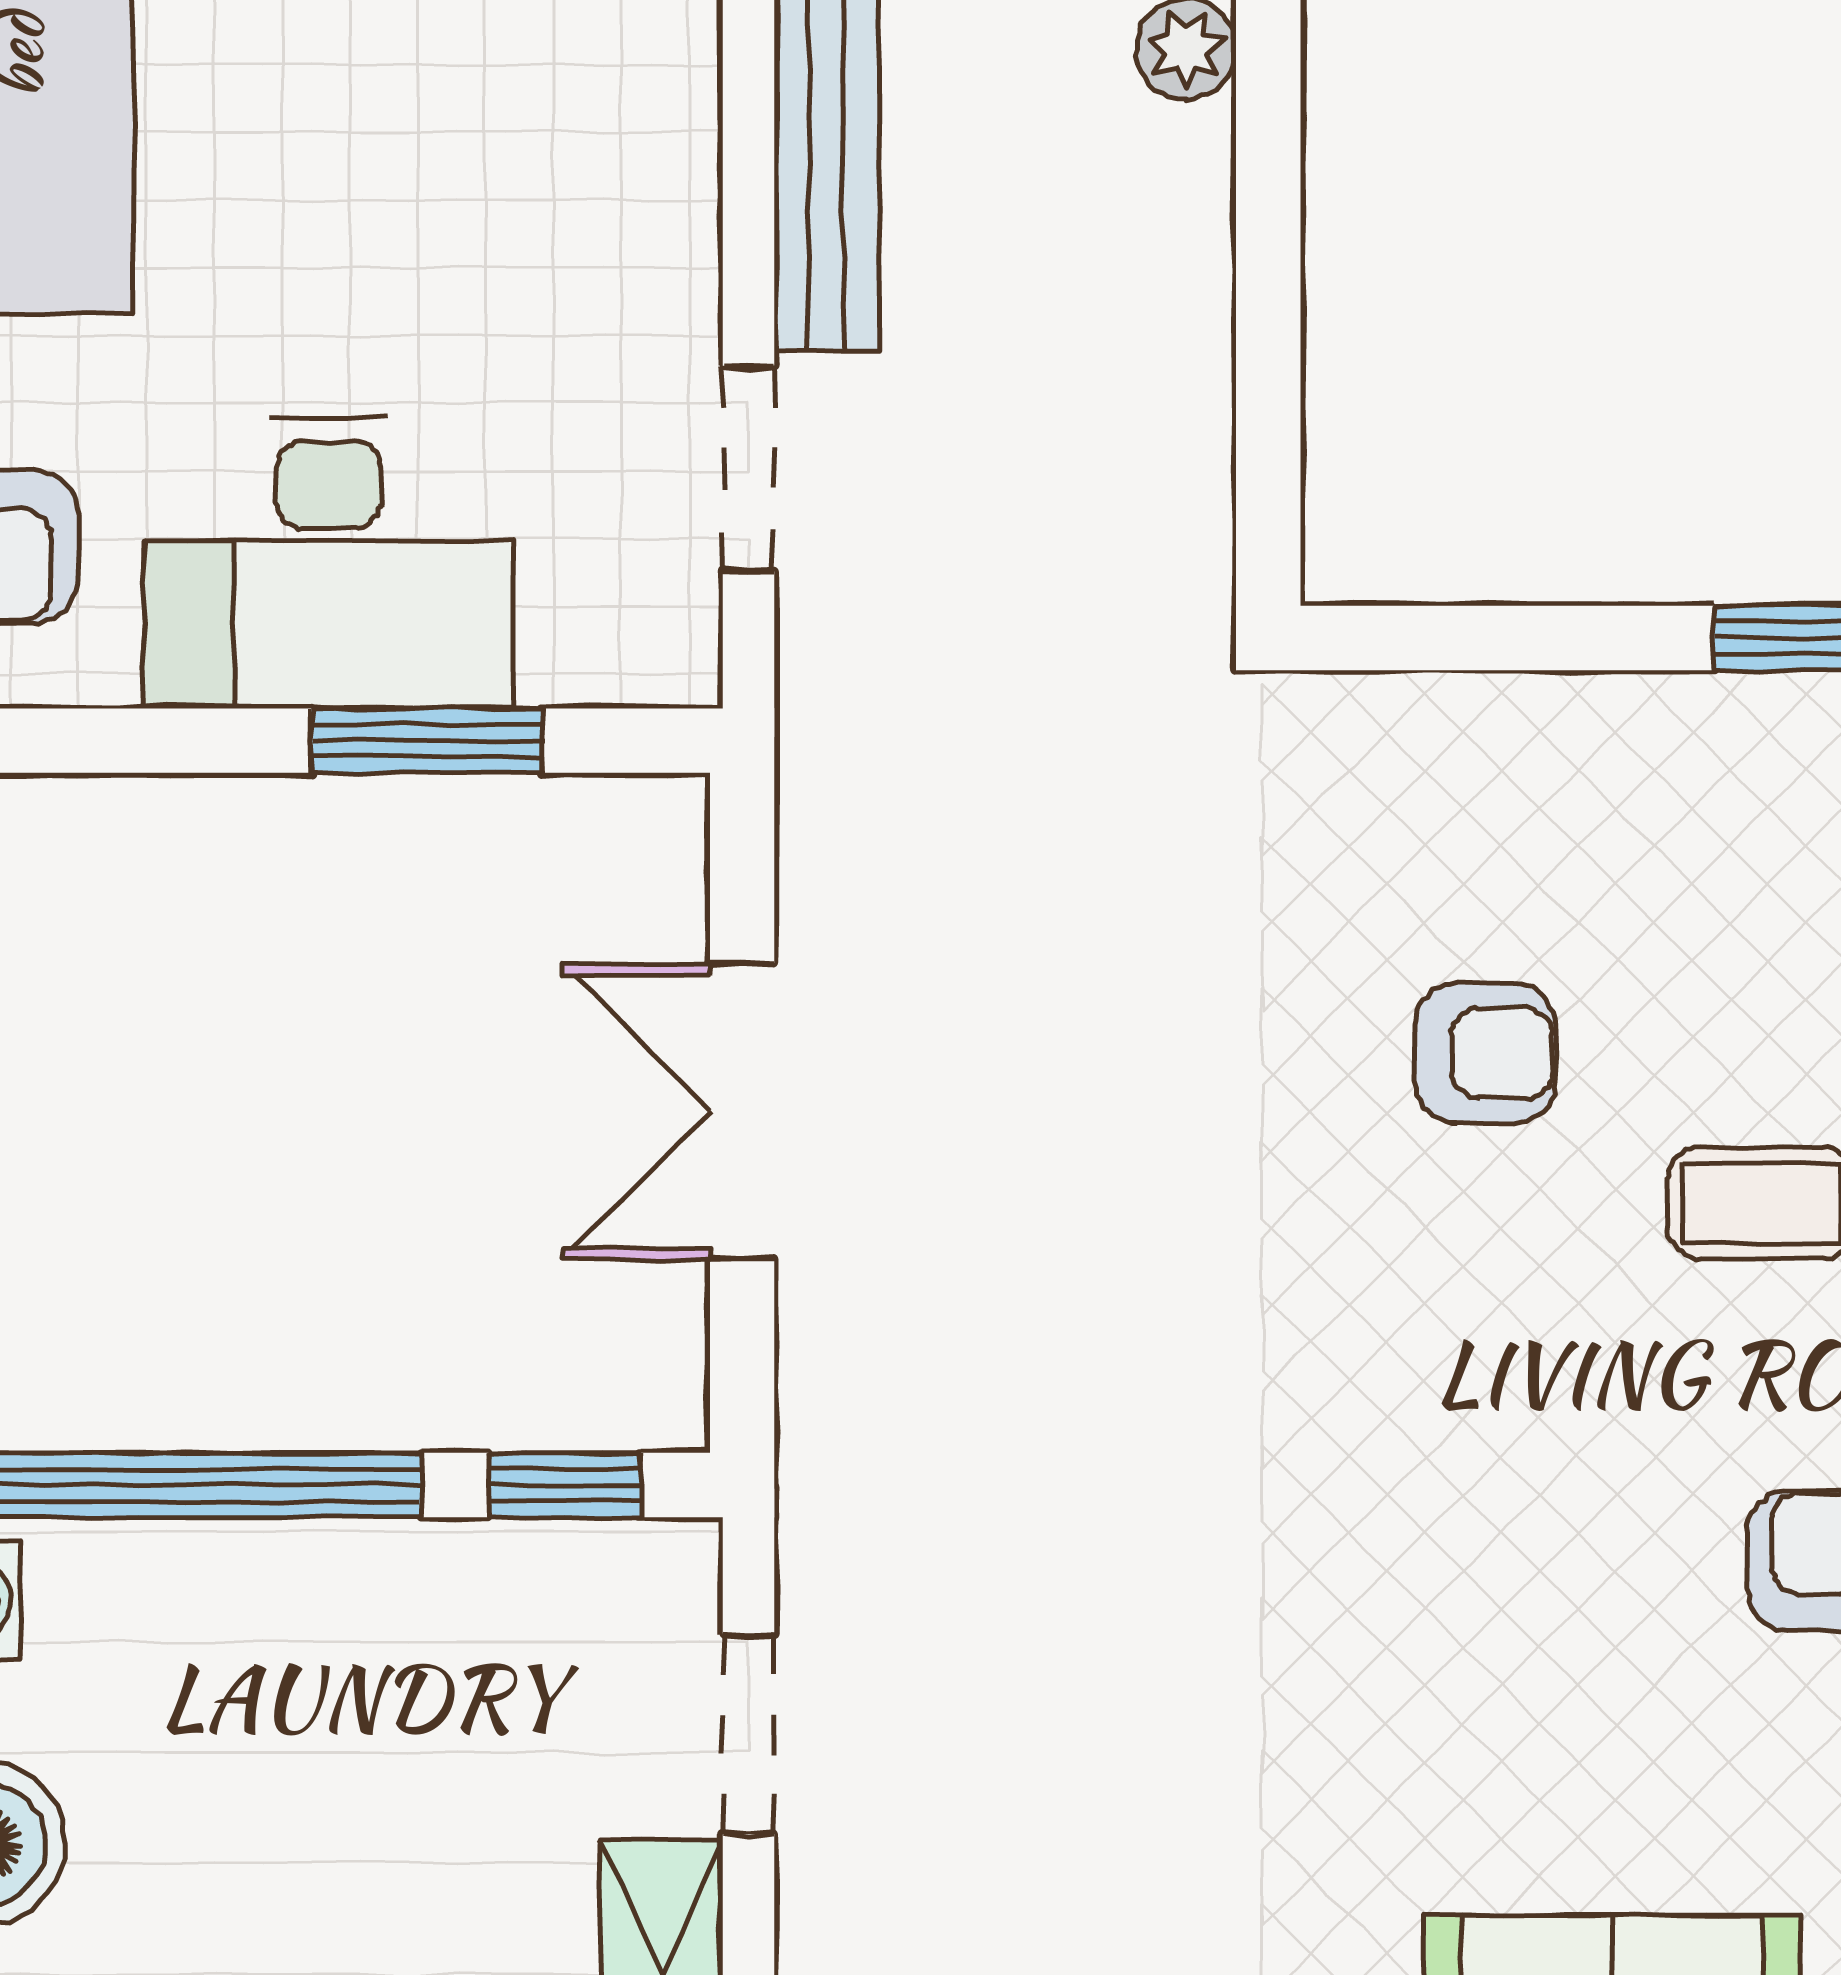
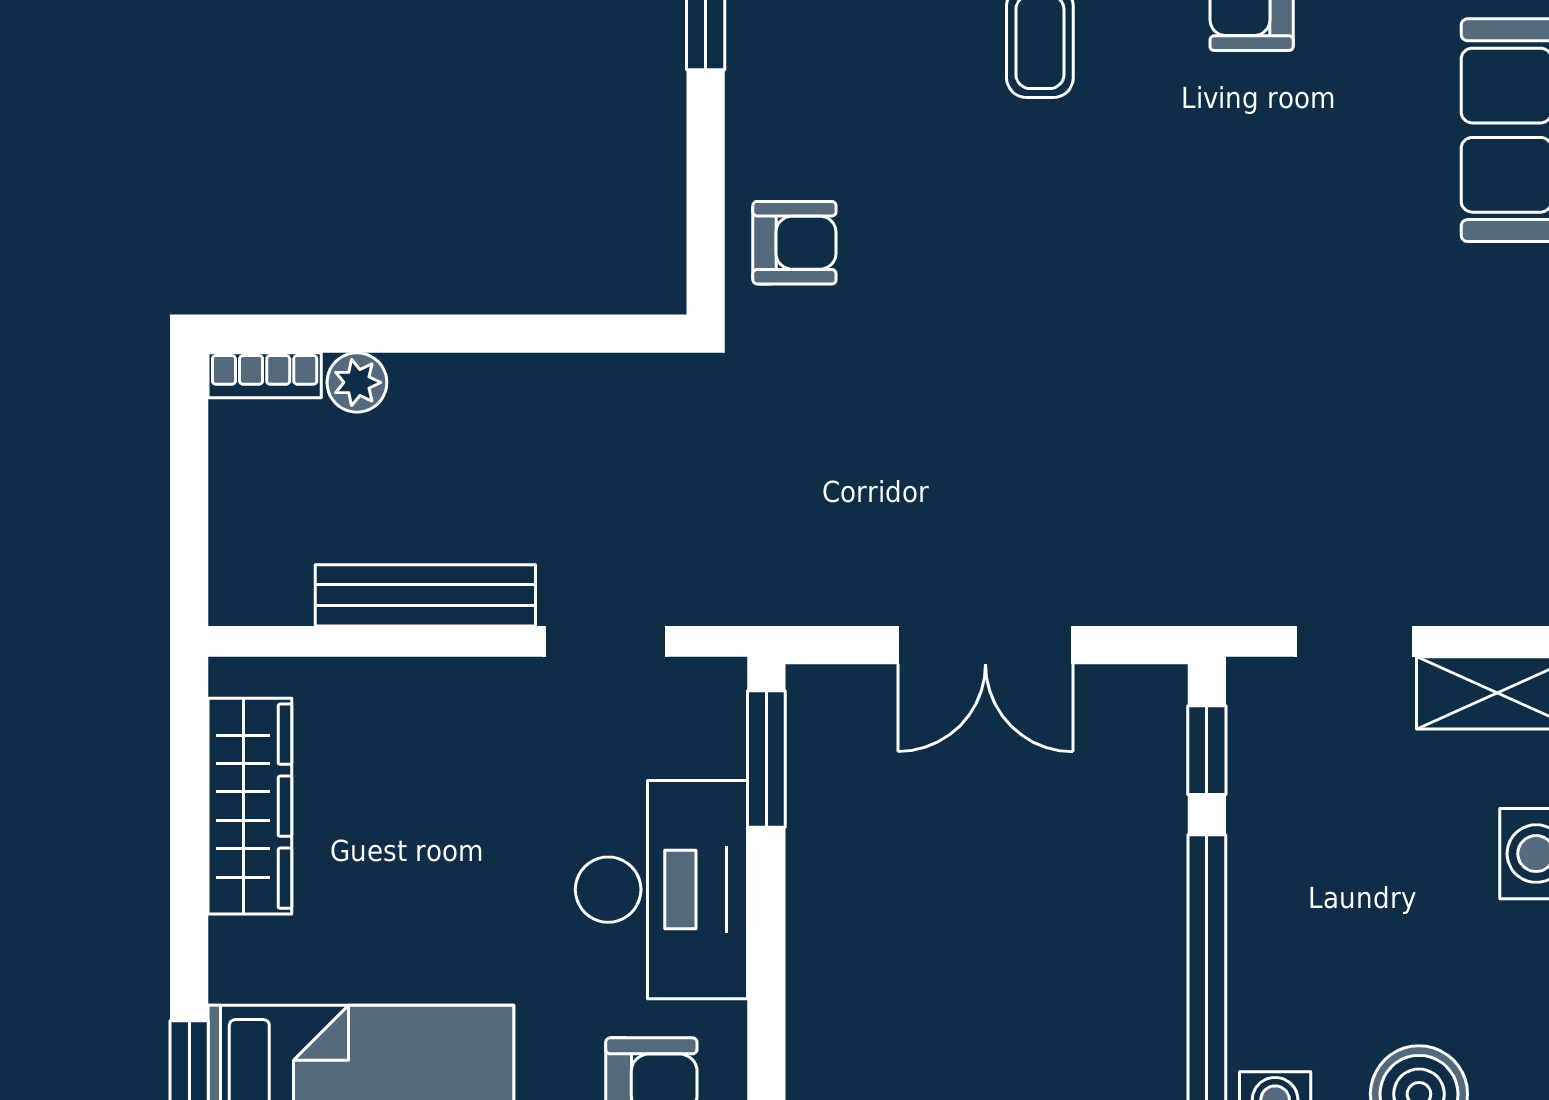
window: (427, 741) -> (766, 759), moved
armchair: (1486, 1053) -> (794, 243), moved, turned 90

